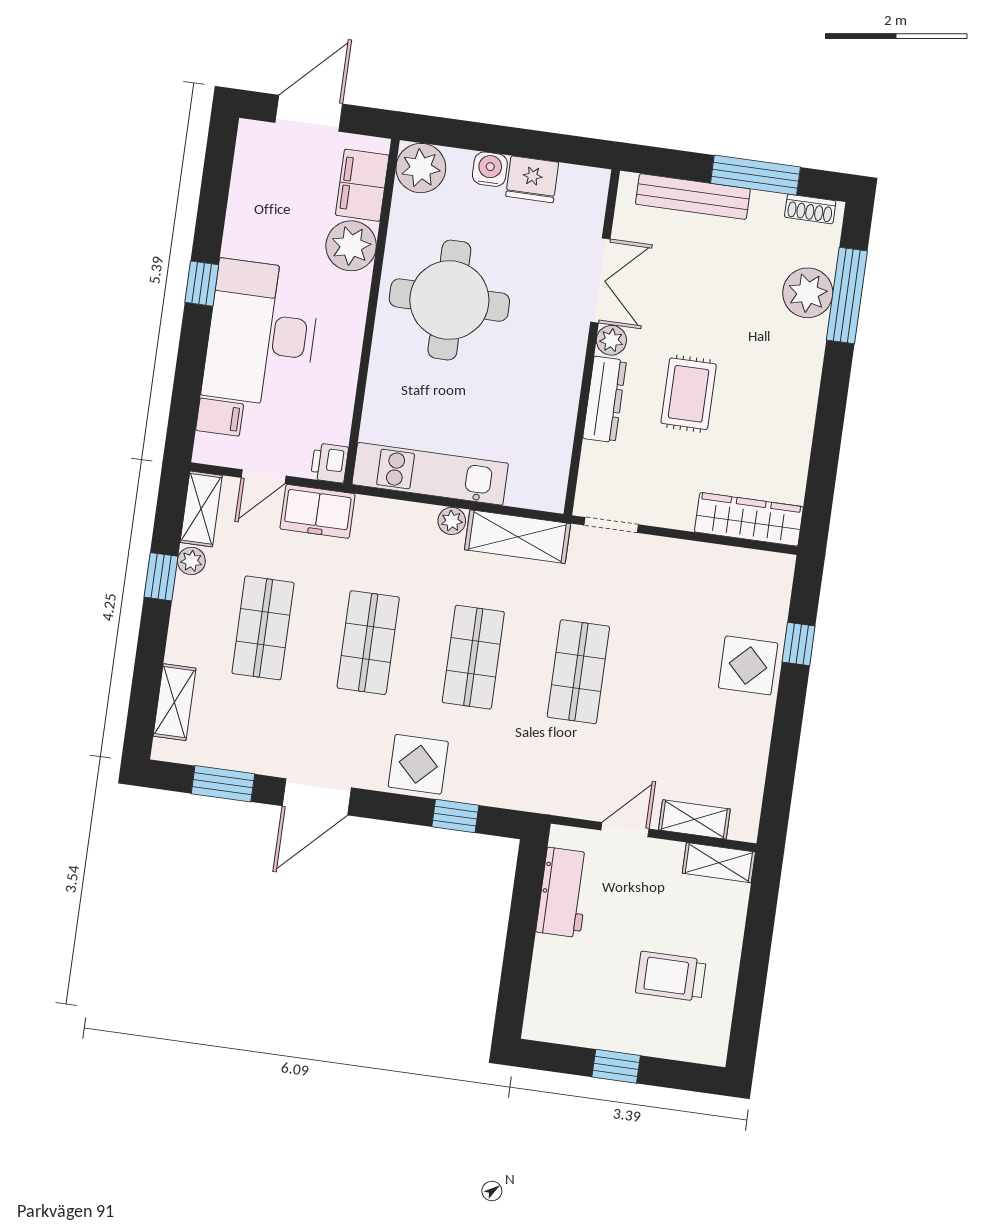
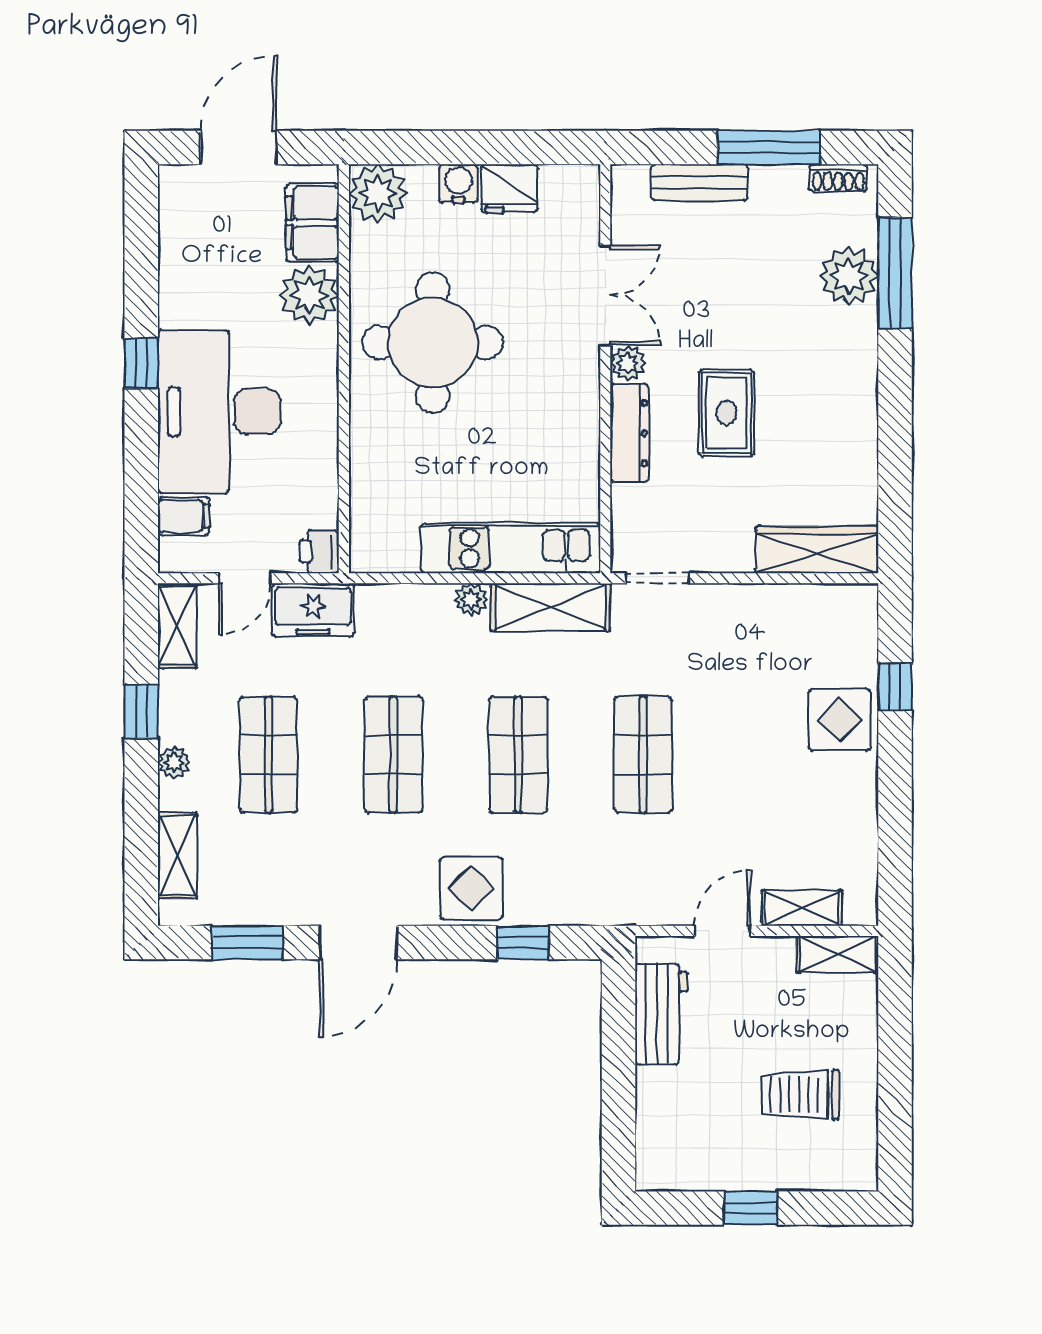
bench: (693, 197) -> (700, 182), width x0.73
kitchen unit: (430, 474) -> (511, 548), moved
plant: (191, 561) -> (174, 763), moved

